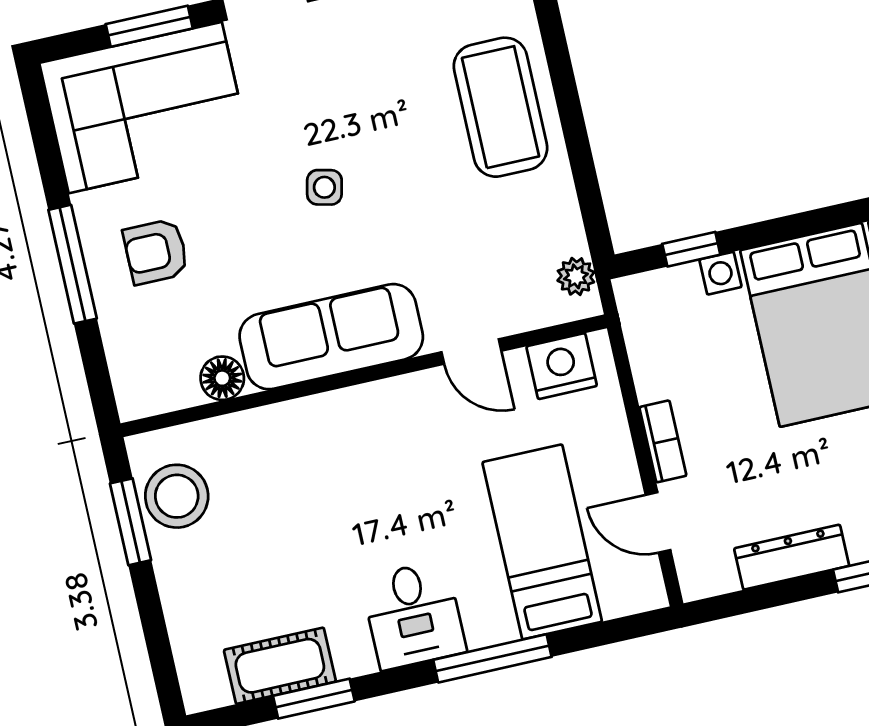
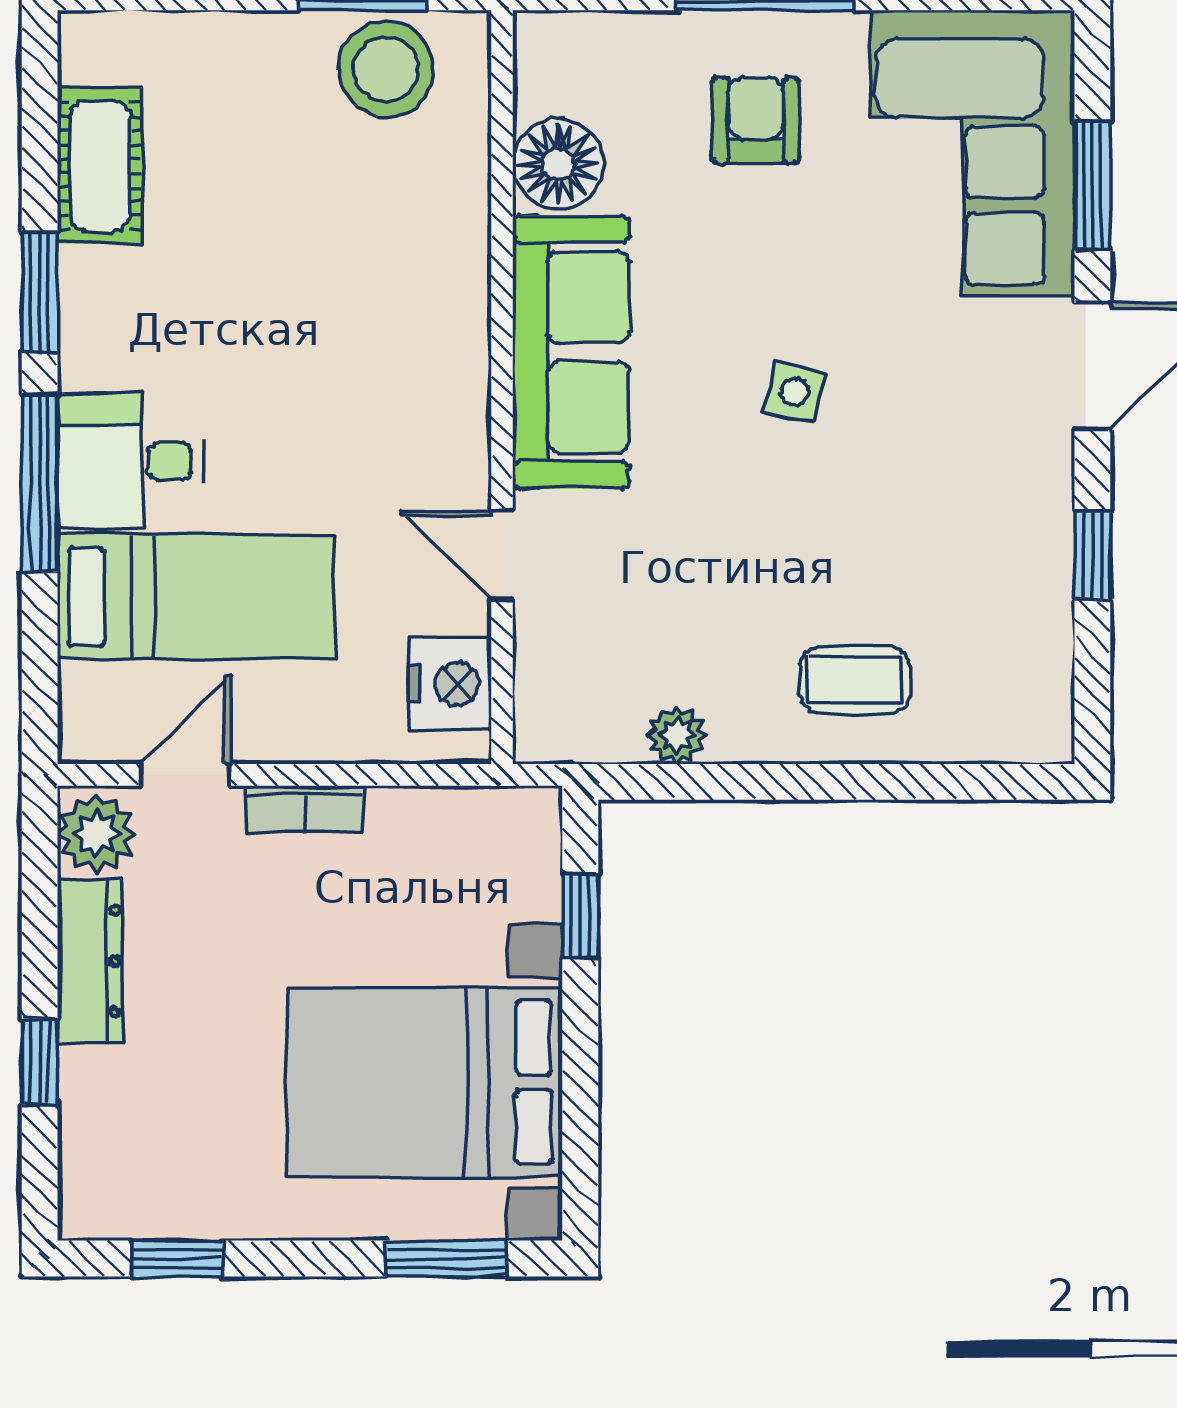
coffee table: (500, 107) -> (855, 680), width x0.54, depth x0.58
plant: (576, 276) -> (677, 735), moved
door: (471, 351) -> (502, 555), hinge flipped
floor lamp: (222, 378) -> (558, 164), width x1.38, depth x1.38
plant: (709, 571) -> (96, 834), added
desk: (414, 615) -> (130, 461), moved
window: (314, 699) -> (40, 292), moved

